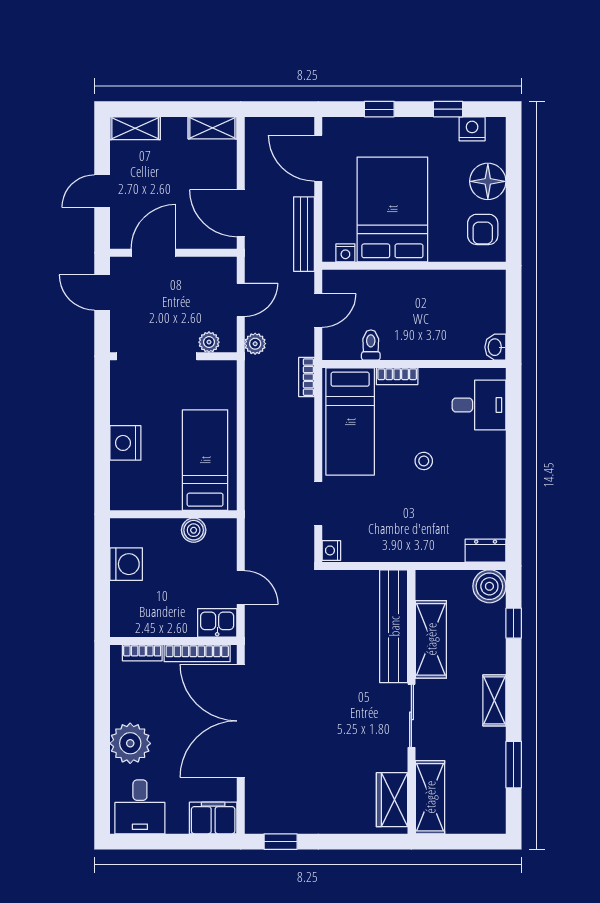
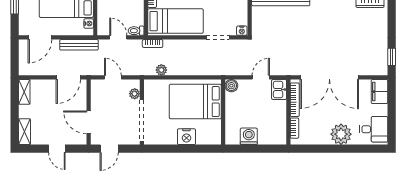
plant: (255, 344) -> (161, 70), moved
toilet: (371, 345) -> (136, 31), moved
bed: (205, 460) -> (195, 102), width x1.50
boiler: (194, 530) -> (231, 86), moved

